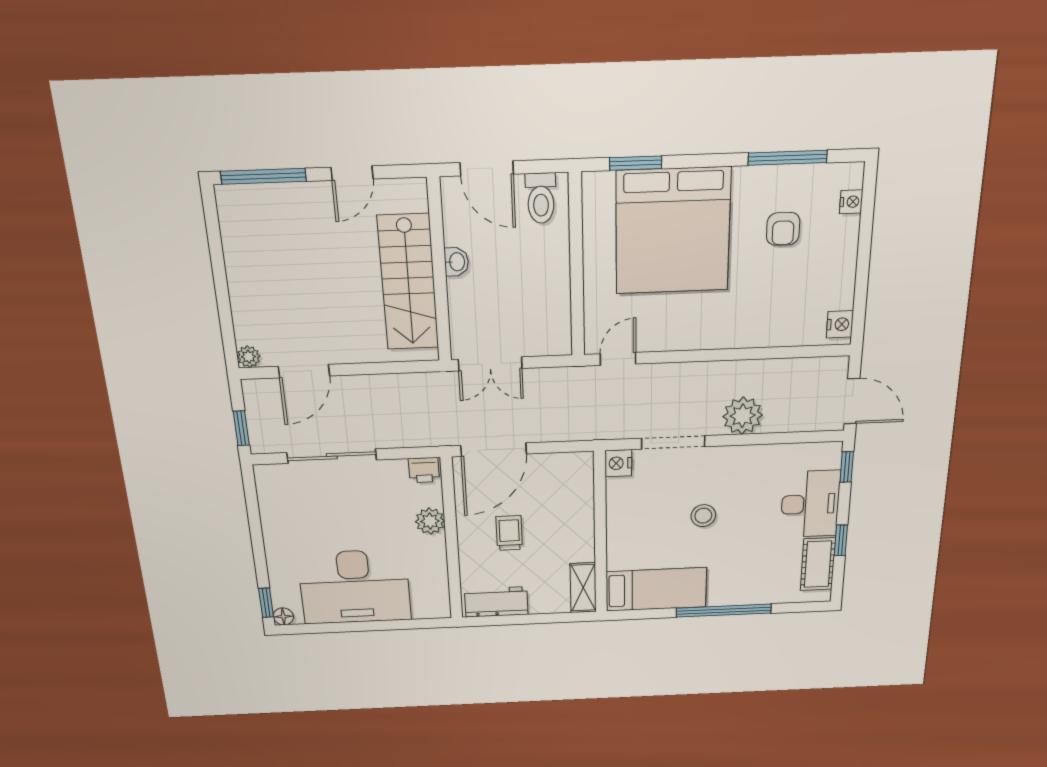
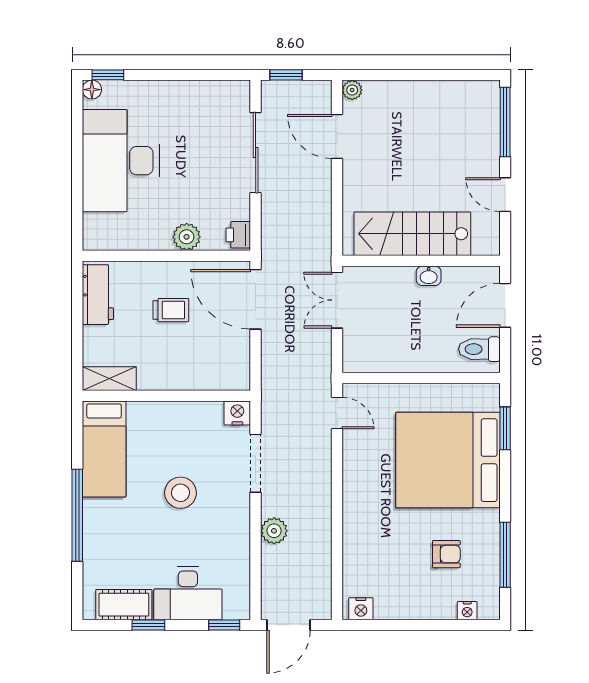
armchair: (783, 229) -> (446, 554), turned 180
plant: (743, 416) -> (274, 531), width x0.73, depth x0.73
stool: (703, 516) -> (180, 493), width x1.38, depth x1.38

